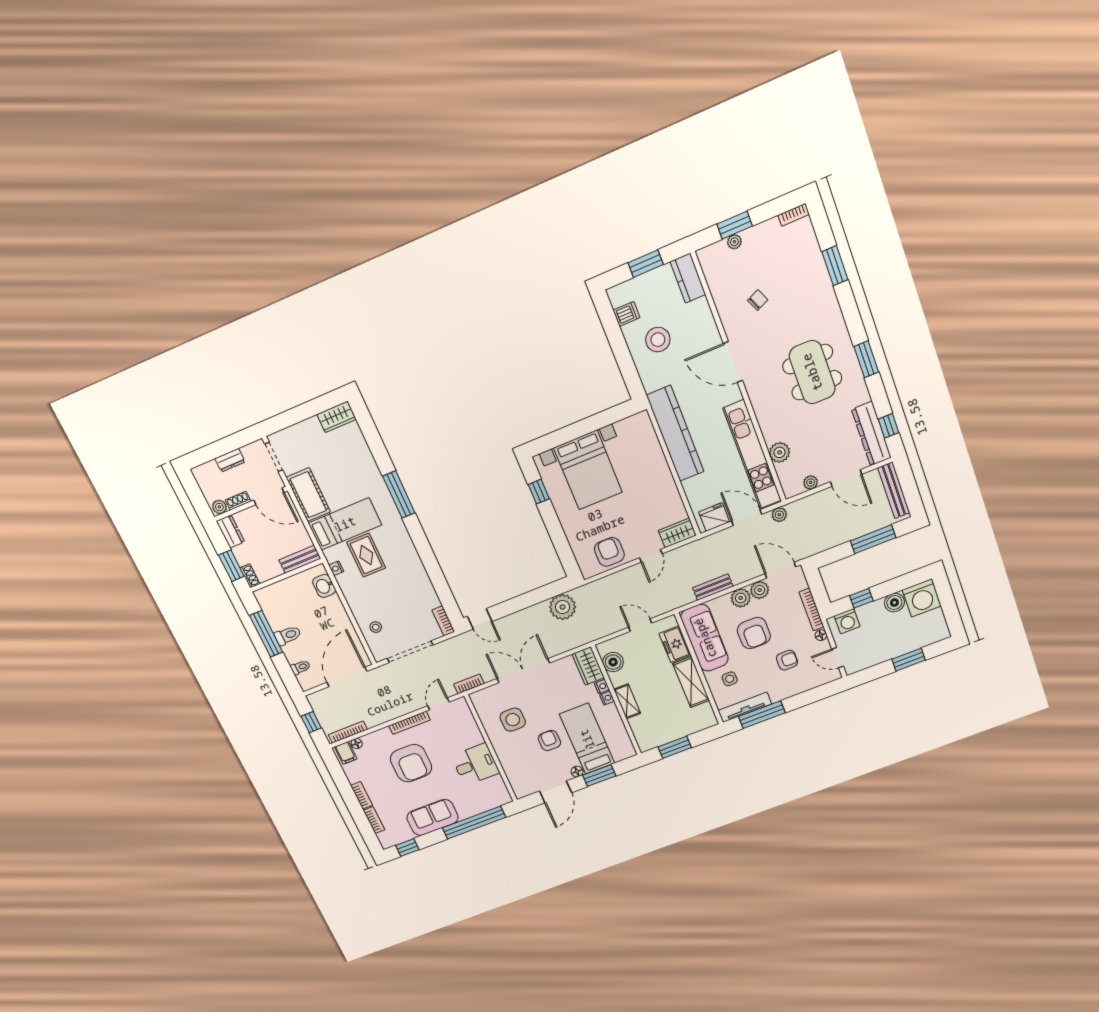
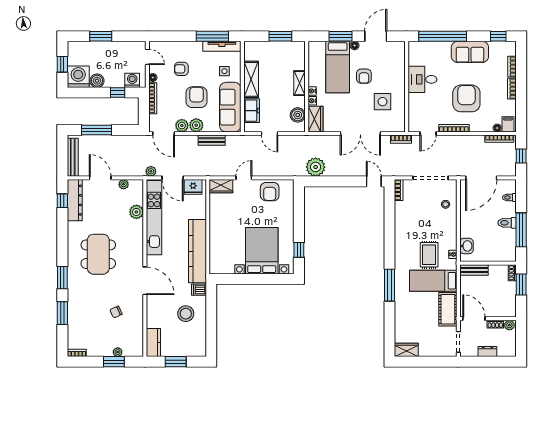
dishwasher: (626, 314) -> (199, 290), moved
window: (866, 359) -> (62, 278), moved
dresser: (231, 531) -> (510, 307), removed
window: (949, 605) -> (62, 64), added

